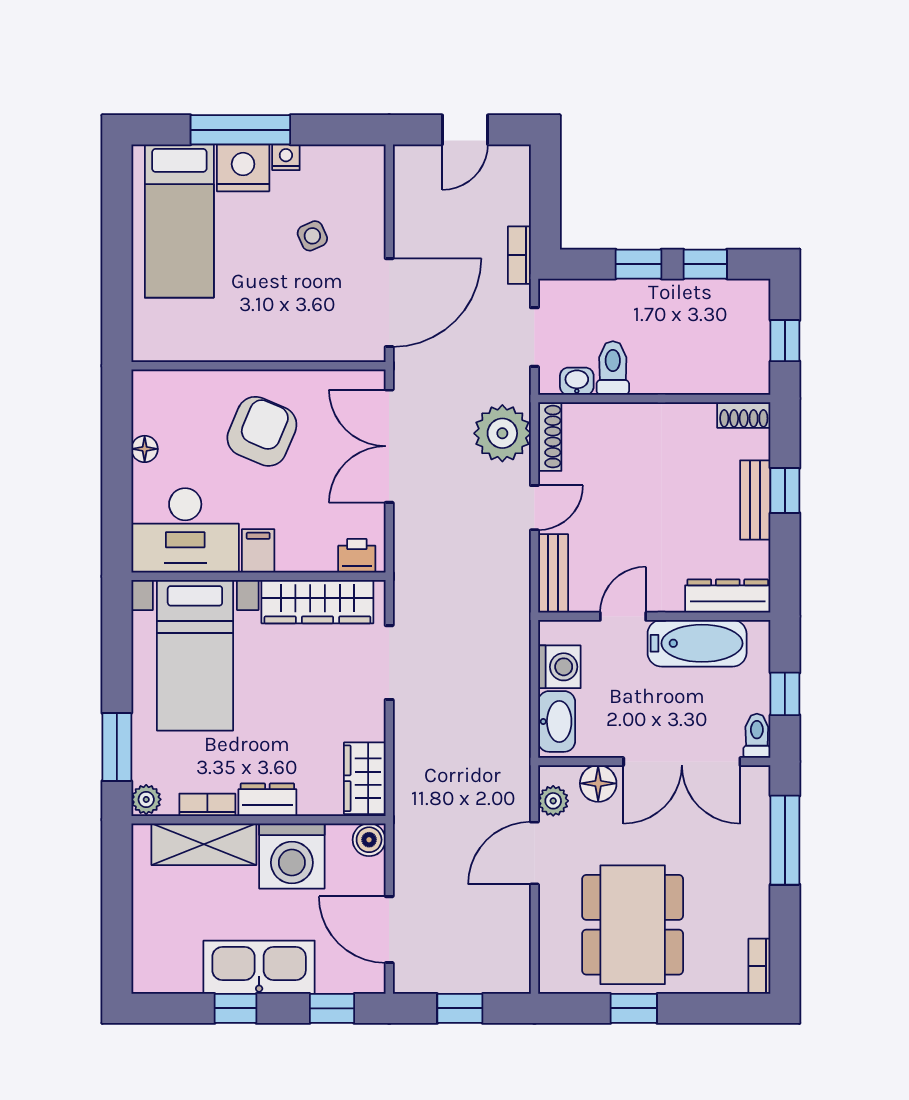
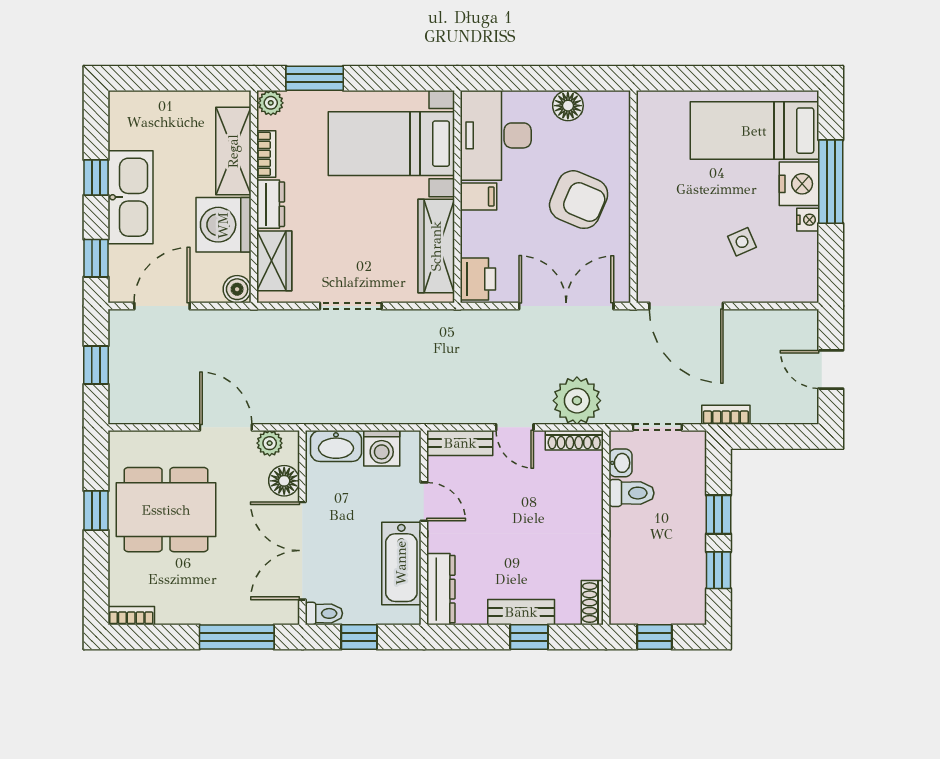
floor lamp: (145, 449) -> (568, 106), width x1.37, depth x1.37
printer: (357, 556) -> (478, 279), width x1.36, depth x1.24
doorway: (389, 663) -> (351, 306), moved
wardrobe: (365, 778) -> (274, 261), moved, turned 90

